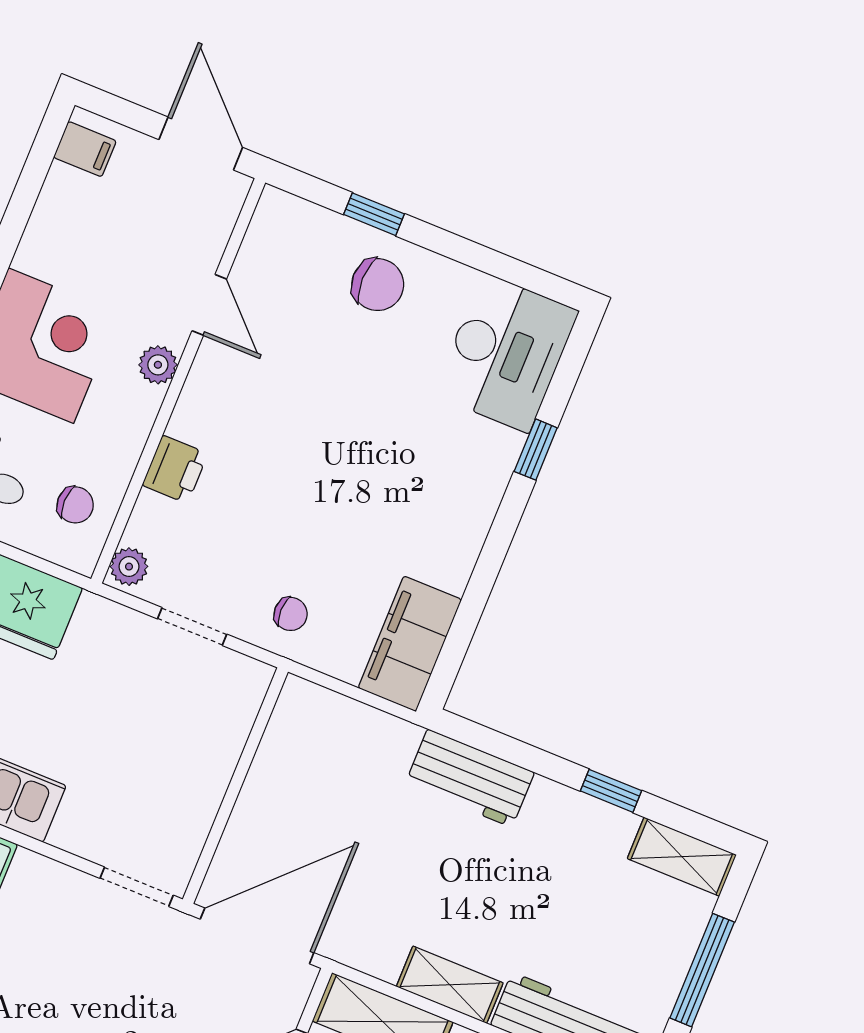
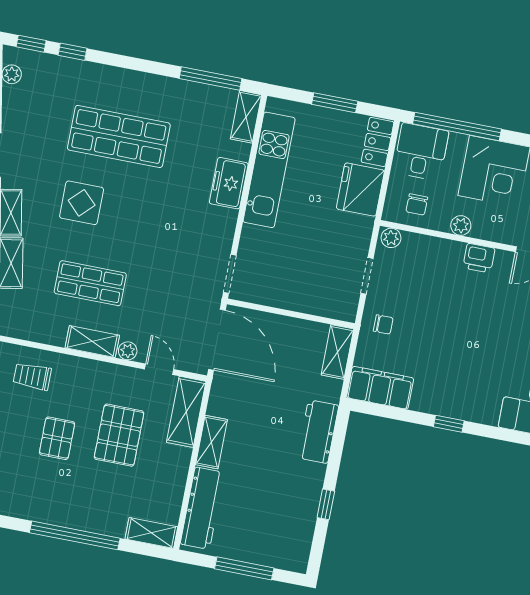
plant: (158, 365) -> (461, 225), moved
window: (536, 450) -> (449, 424), moved
printer: (175, 469) -> (479, 258), moved
chair: (291, 614) -> (383, 324), turned -90
shelving: (682, 857) -> (337, 352), moved

